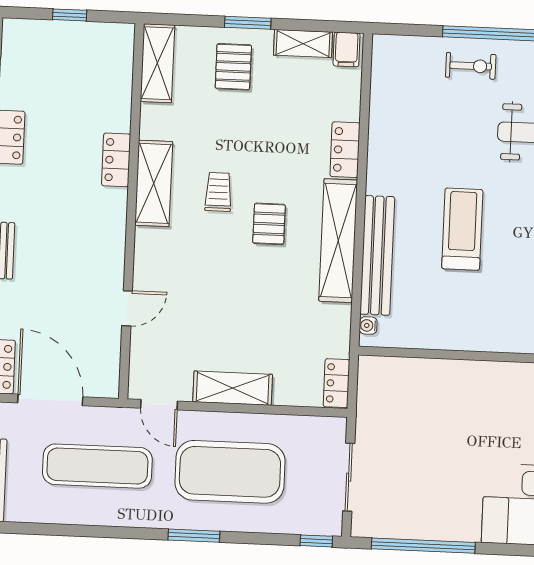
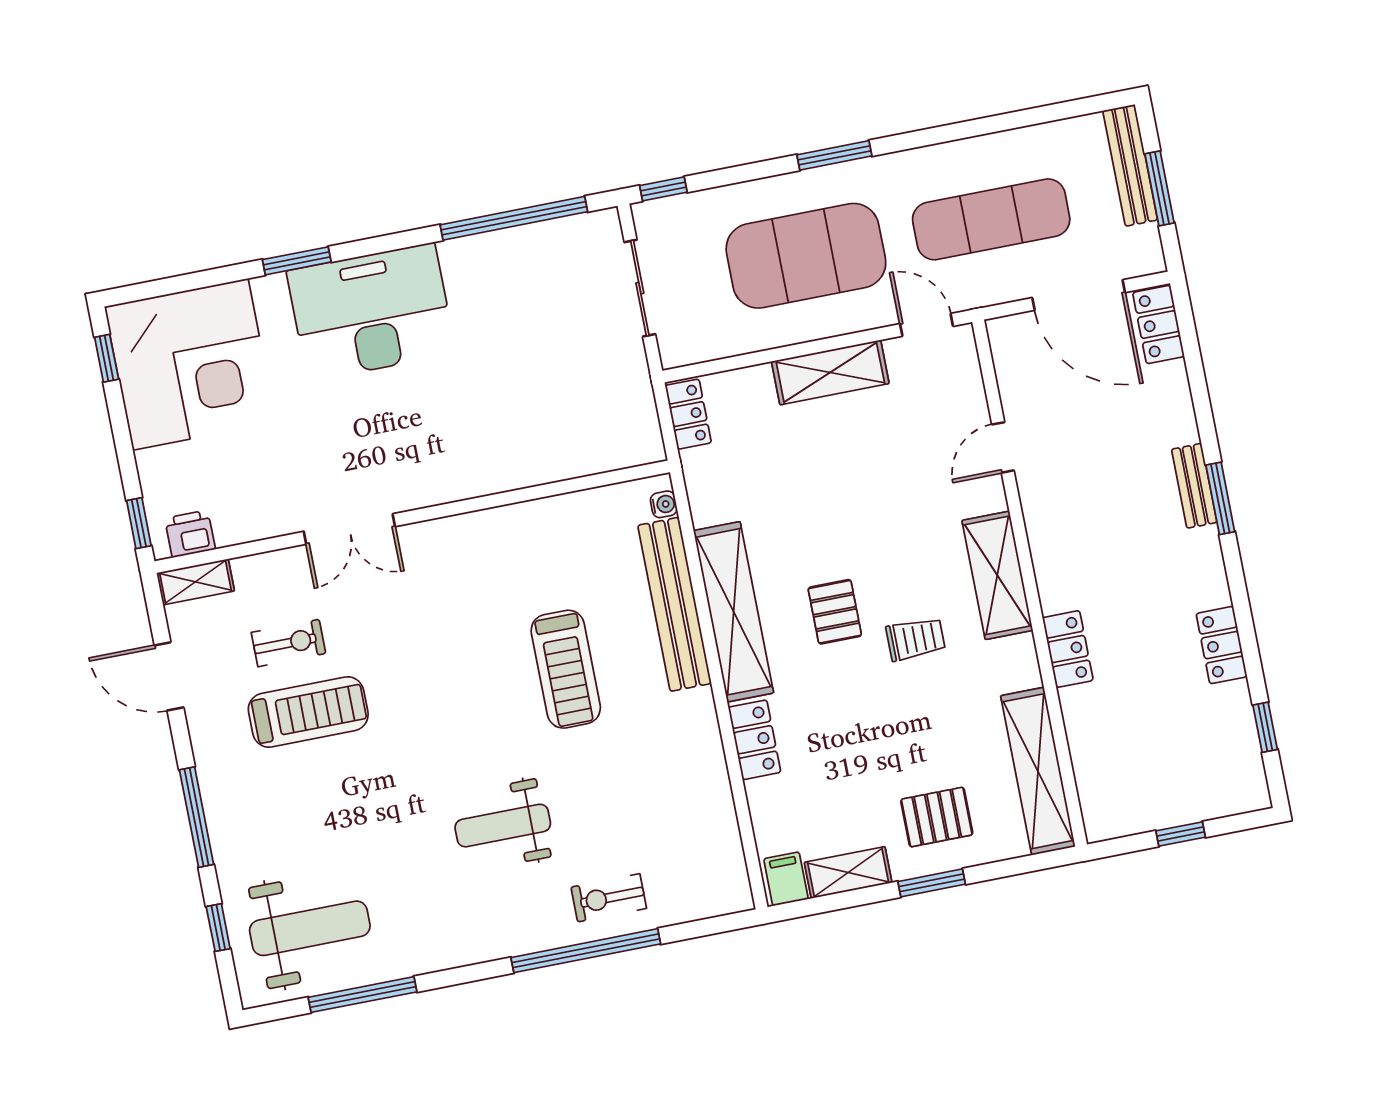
shelving: (157, 63) -> (1038, 771), width x1.47
pallet: (233, 67) -> (937, 817), turned 90
shelving: (154, 183) -> (997, 575), moved
trolley: (218, 192) -> (916, 639), turned -90

